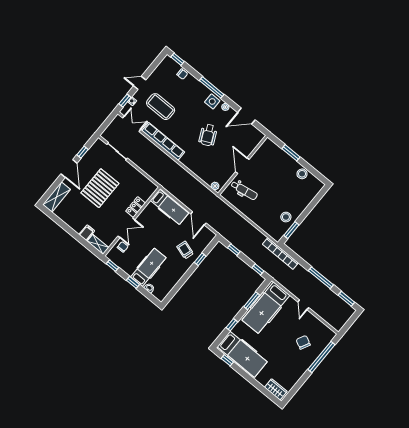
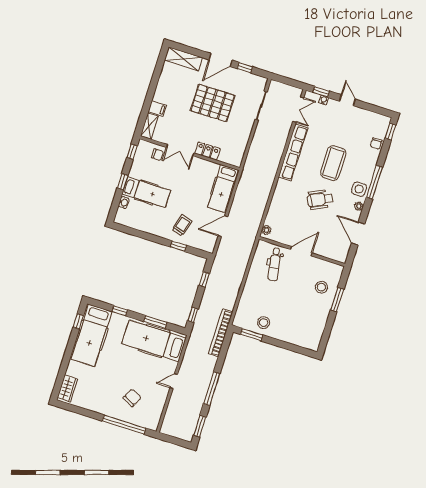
coffee table: (161, 107) -> (333, 163), moved
stool: (302, 174) -> (321, 287), moved

